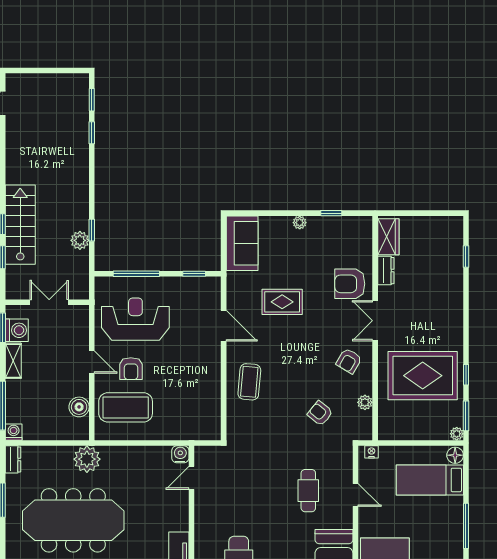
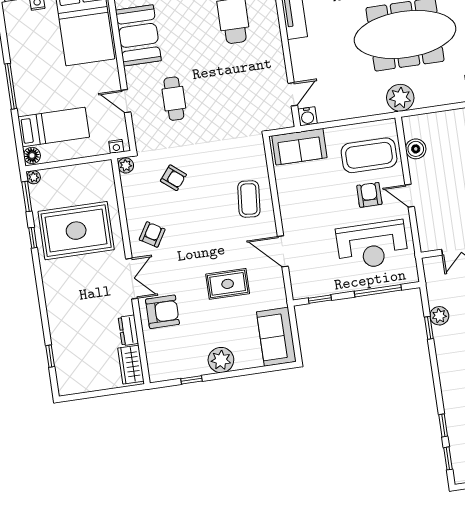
plant: (300, 223) -> (221, 360), width x1.87, depth x1.87
plant: (365, 402) -> (126, 165), moved
sofa: (192, 426) -> (299, 147), added

